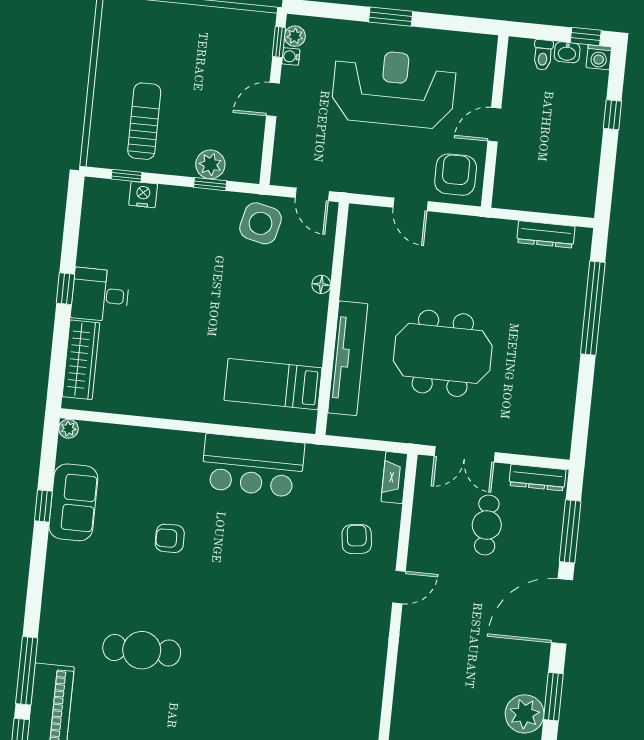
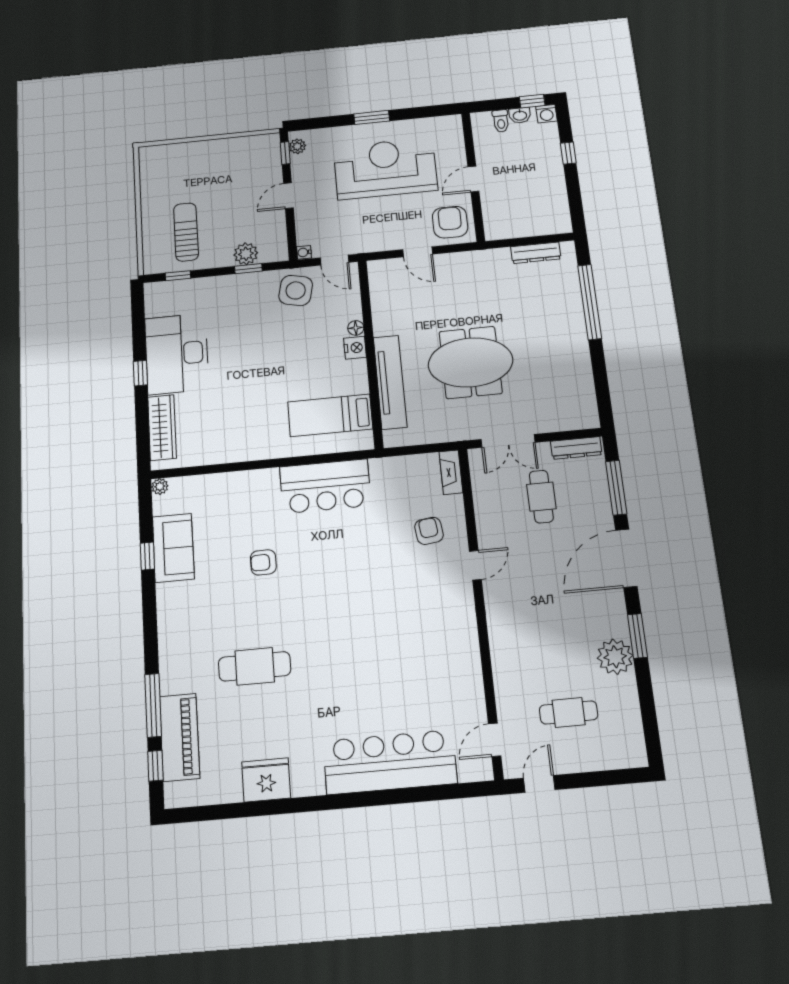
water cooler: (291, 56) -> (304, 252), moved
nightstand: (143, 195) -> (355, 348), moved, turned 90
desk: (100, 295) -> (177, 354), width x1.87, depth x1.30

